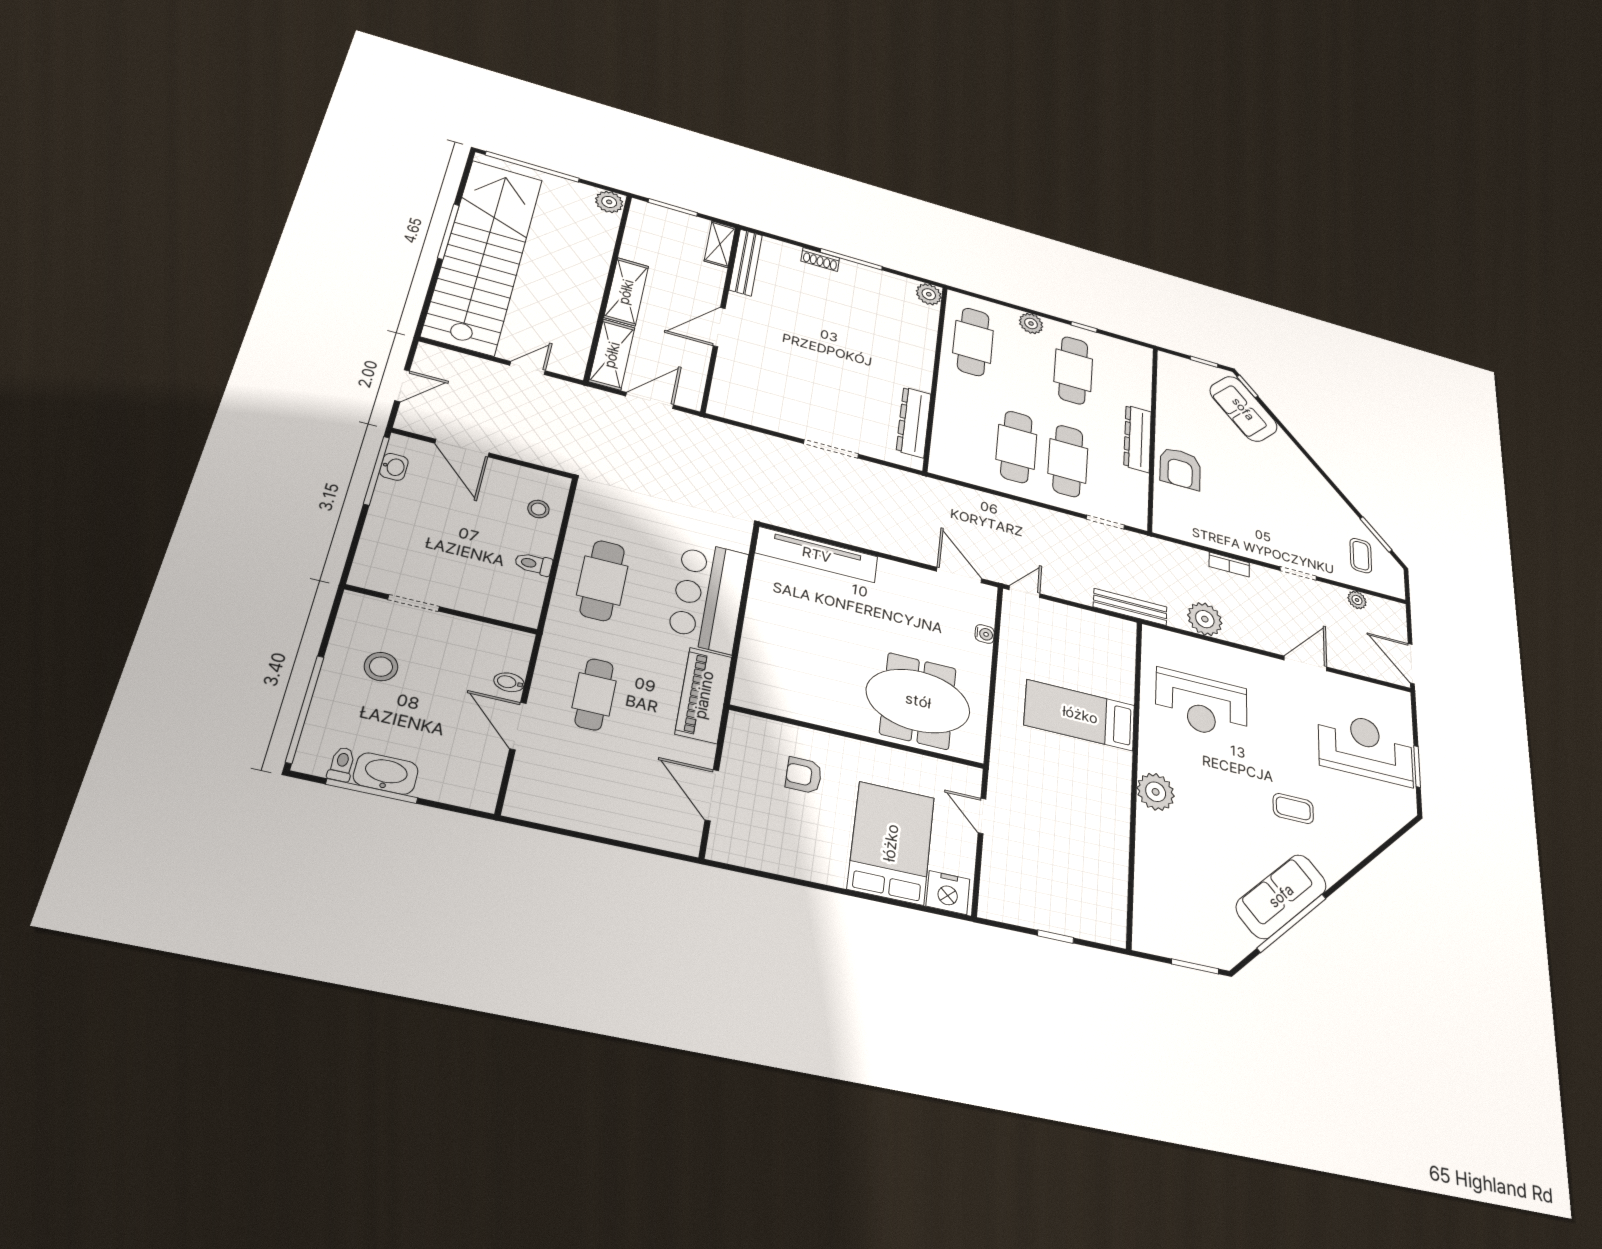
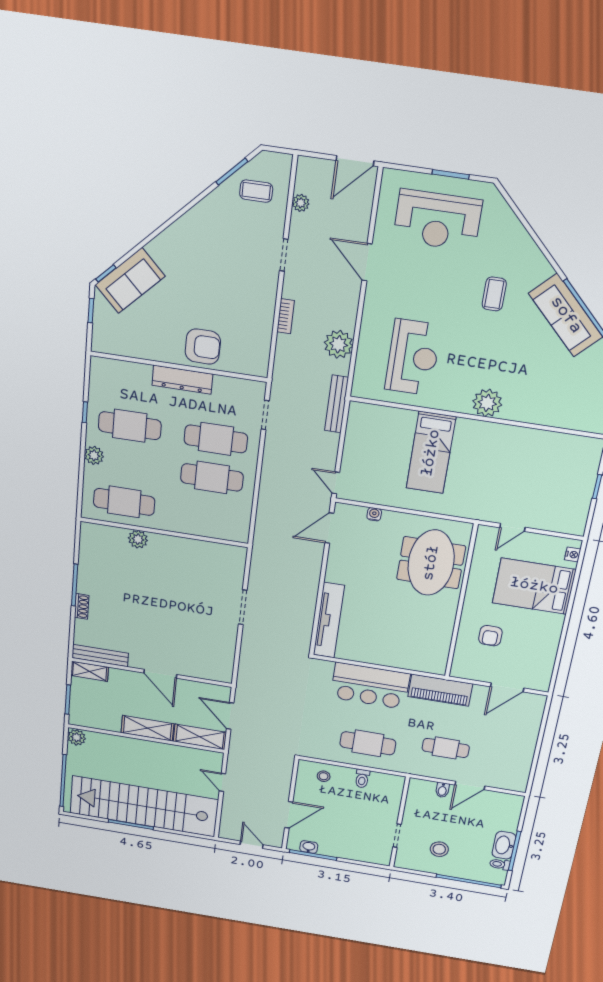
plant: (929, 294) -> (138, 539), moved
dresser: (914, 422) -> (208, 550), removed
reception desk: (1365, 748) -> (437, 220), turned -90
nightstand: (948, 893) -> (573, 554), width x0.53, depth x0.56

